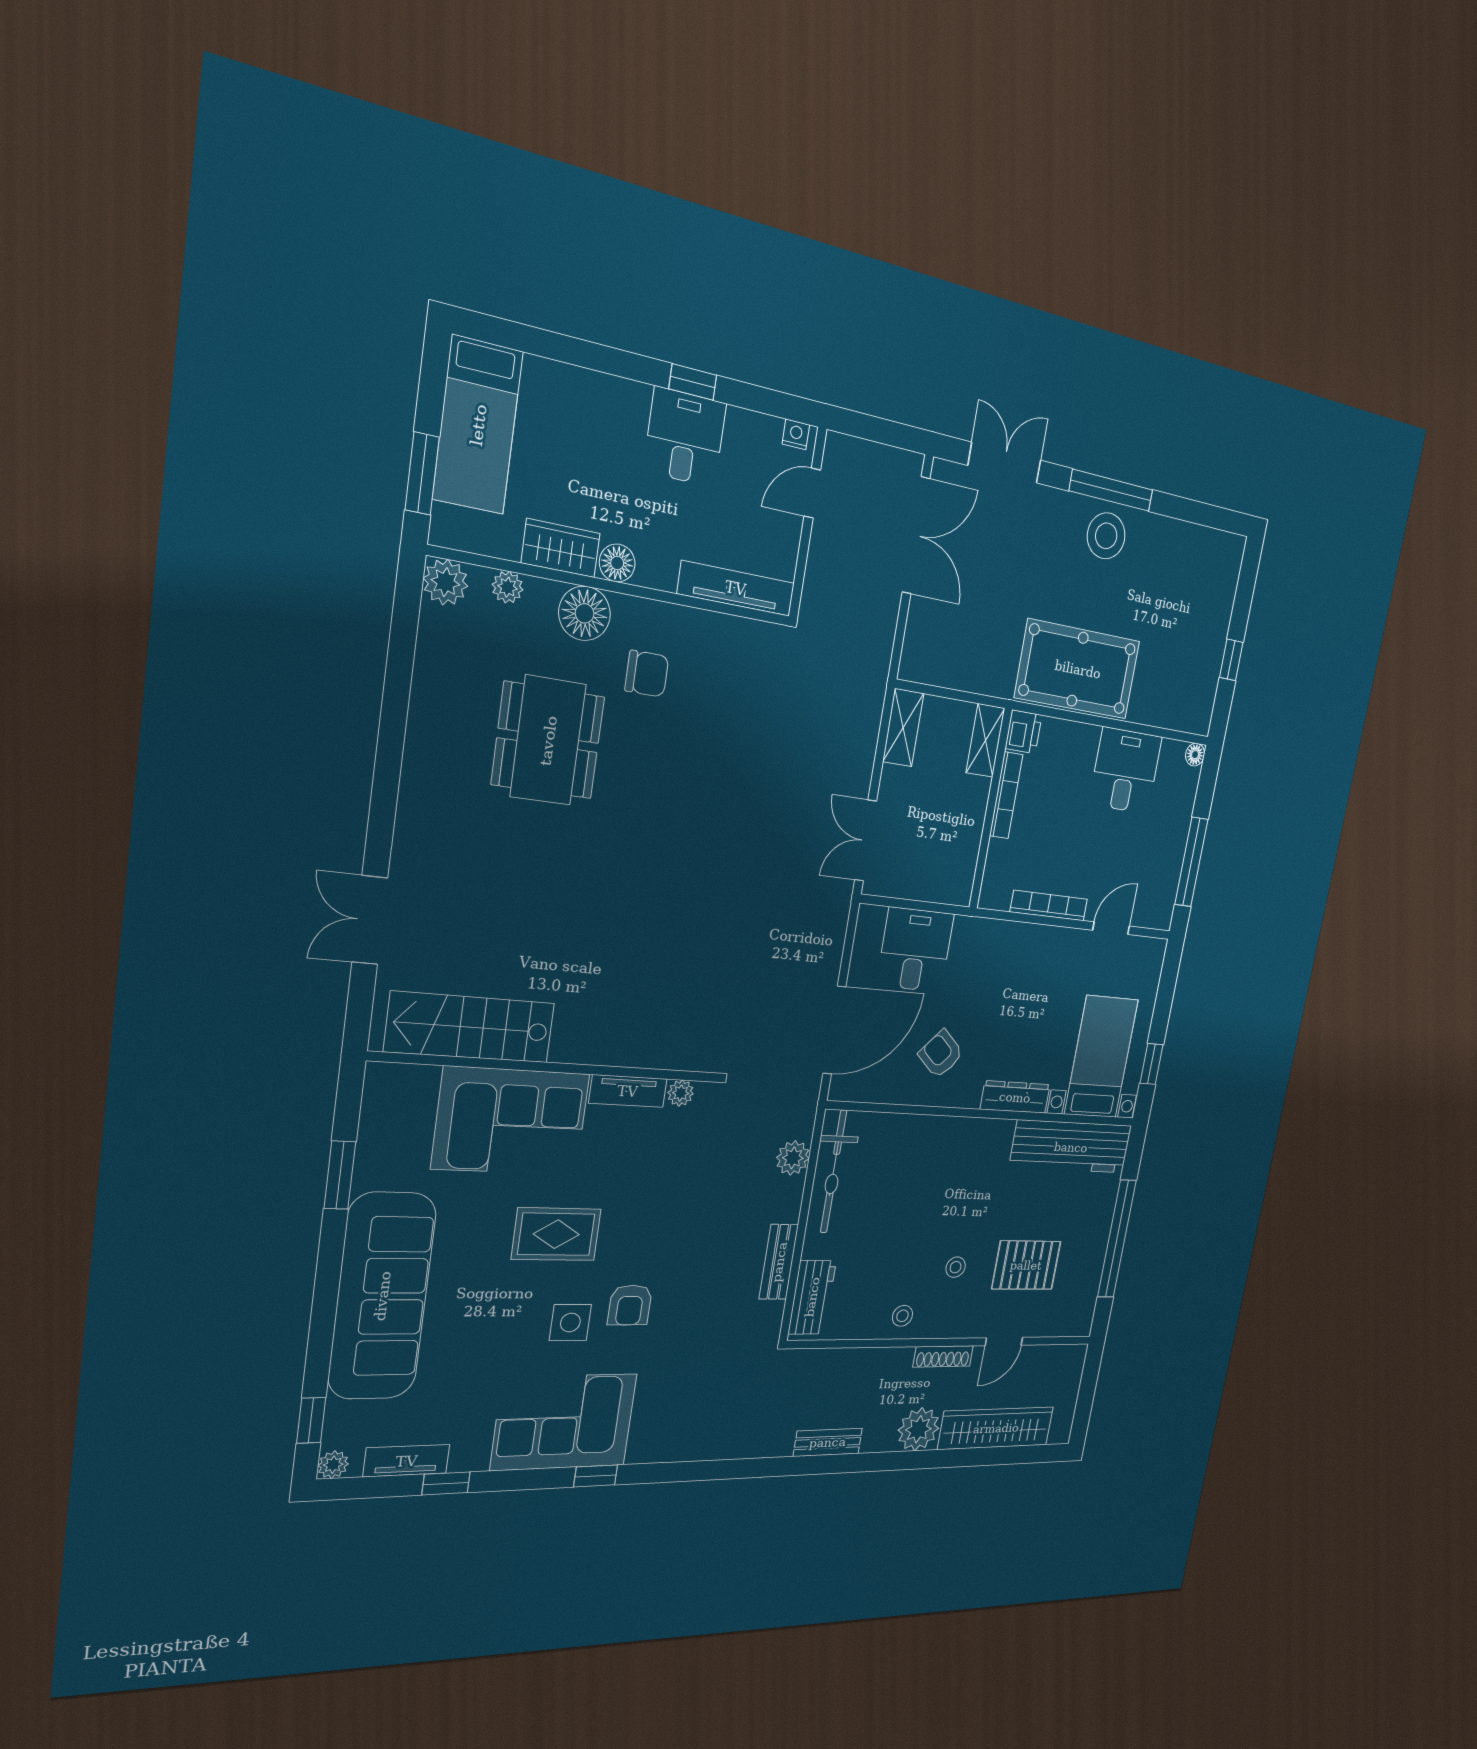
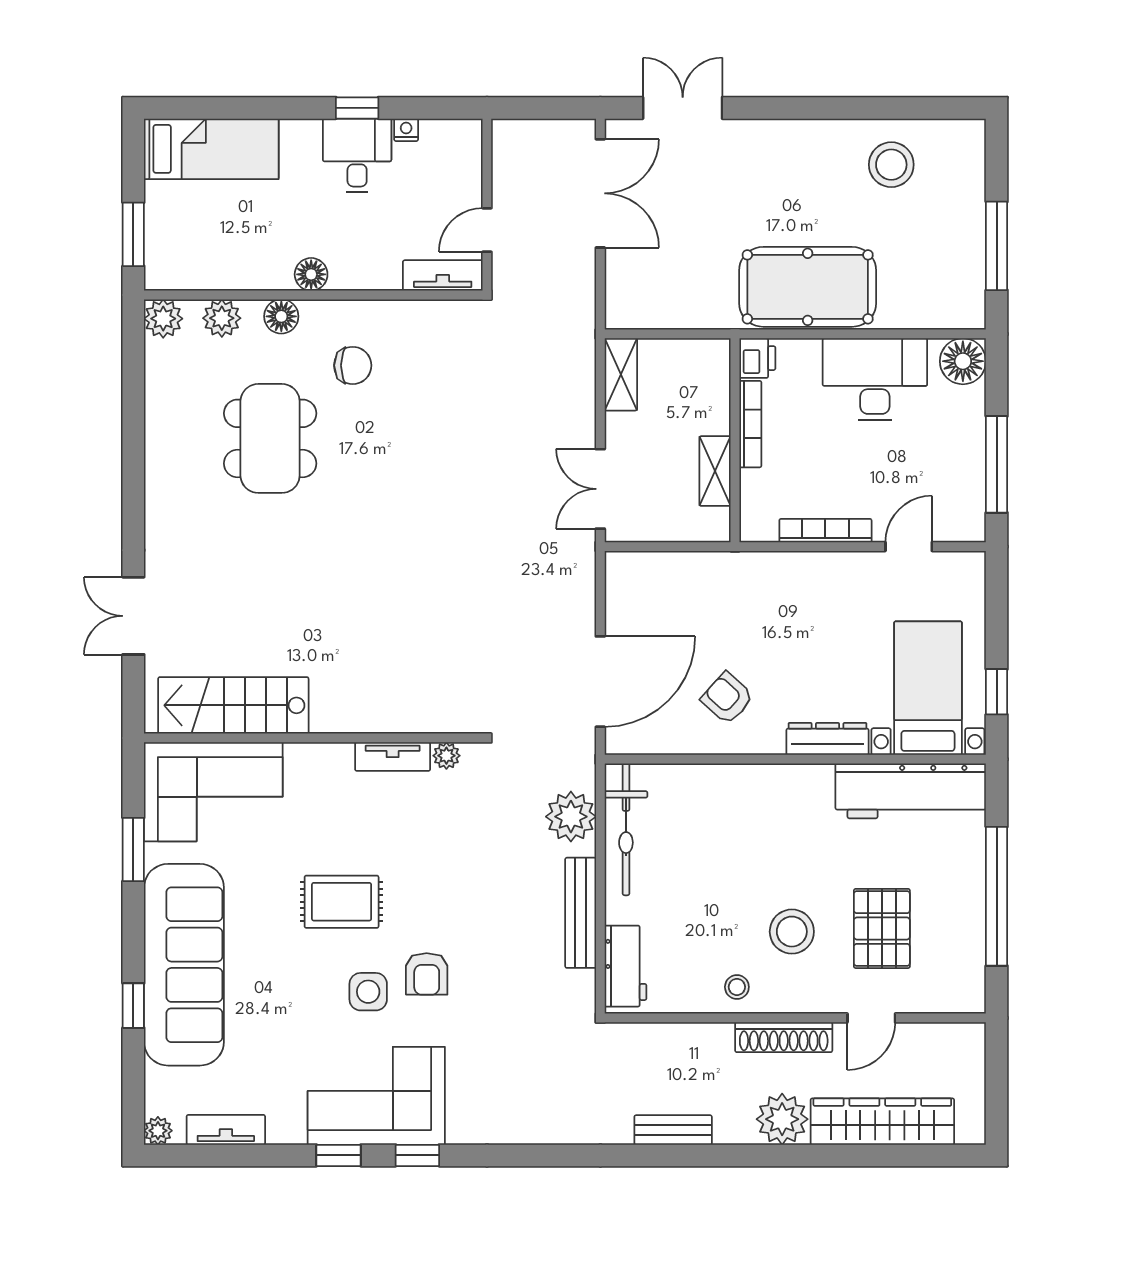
bed: (478, 425) -> (211, 149), moved, turned -90
nightstand: (796, 434) -> (406, 130), moved
window: (1111, 490) -> (809, 108), removed
door: (812, 493) -> (487, 230), moved
stool: (1106, 536) -> (891, 165), moved
wardrobe: (561, 548) -> (259, 271), removed
plant: (507, 587) -> (222, 318), width x1.38, depth x1.38
tv unit: (736, 588) -> (443, 275), width x0.71
floor lamp: (585, 613) -> (281, 316), width x0.73, depth x0.73
window: (1231, 660) -> (997, 246), width x2.17
shelving: (985, 740) -> (715, 471), moved
floor lamp: (1195, 755) -> (963, 361), width x1.89, depth x1.89
desk: (1126, 771) -> (875, 379), width x1.37
desk: (915, 950) -> (676, 592), removed
corner sofa: (511, 1121) -> (213, 792), moved
plant: (793, 1158) -> (571, 817), width x1.36, depth x1.36
bench: (779, 1262) -> (581, 913), width x1.36
pallet: (1026, 1265) -> (882, 928), turned 90
stool: (956, 1267) -> (792, 932), width x1.89, depth x1.89
shoe rack: (943, 1356) -> (784, 1037), width x1.36, depth x1.24
window: (311, 1420) -> (133, 1006), moved
window: (446, 1483) -> (339, 1155), moved

